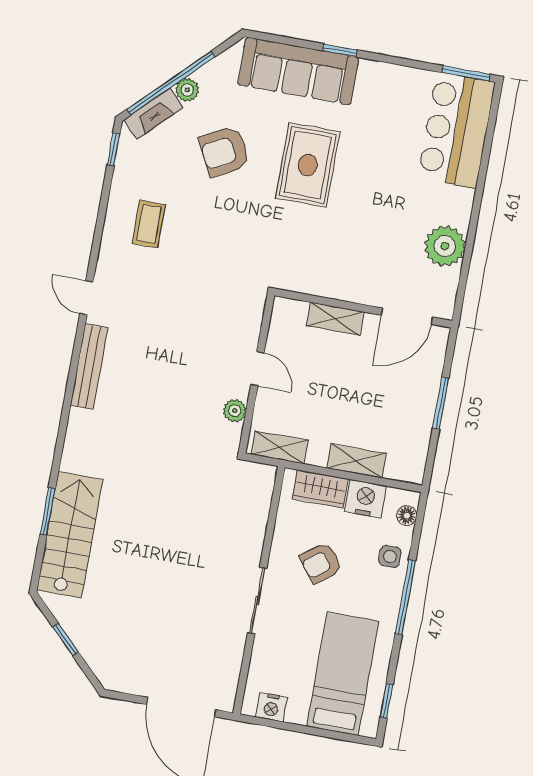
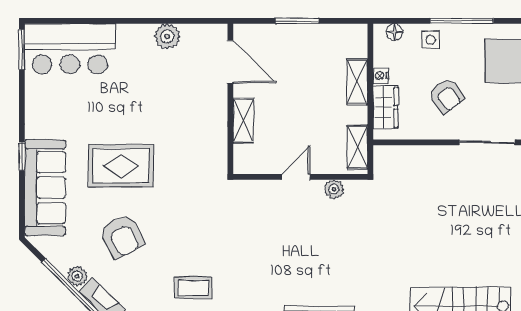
plant: (445, 246) -> (167, 36), width x0.73, depth x0.73
nightstand: (365, 499) -> (381, 76), width x0.53, depth x0.56

